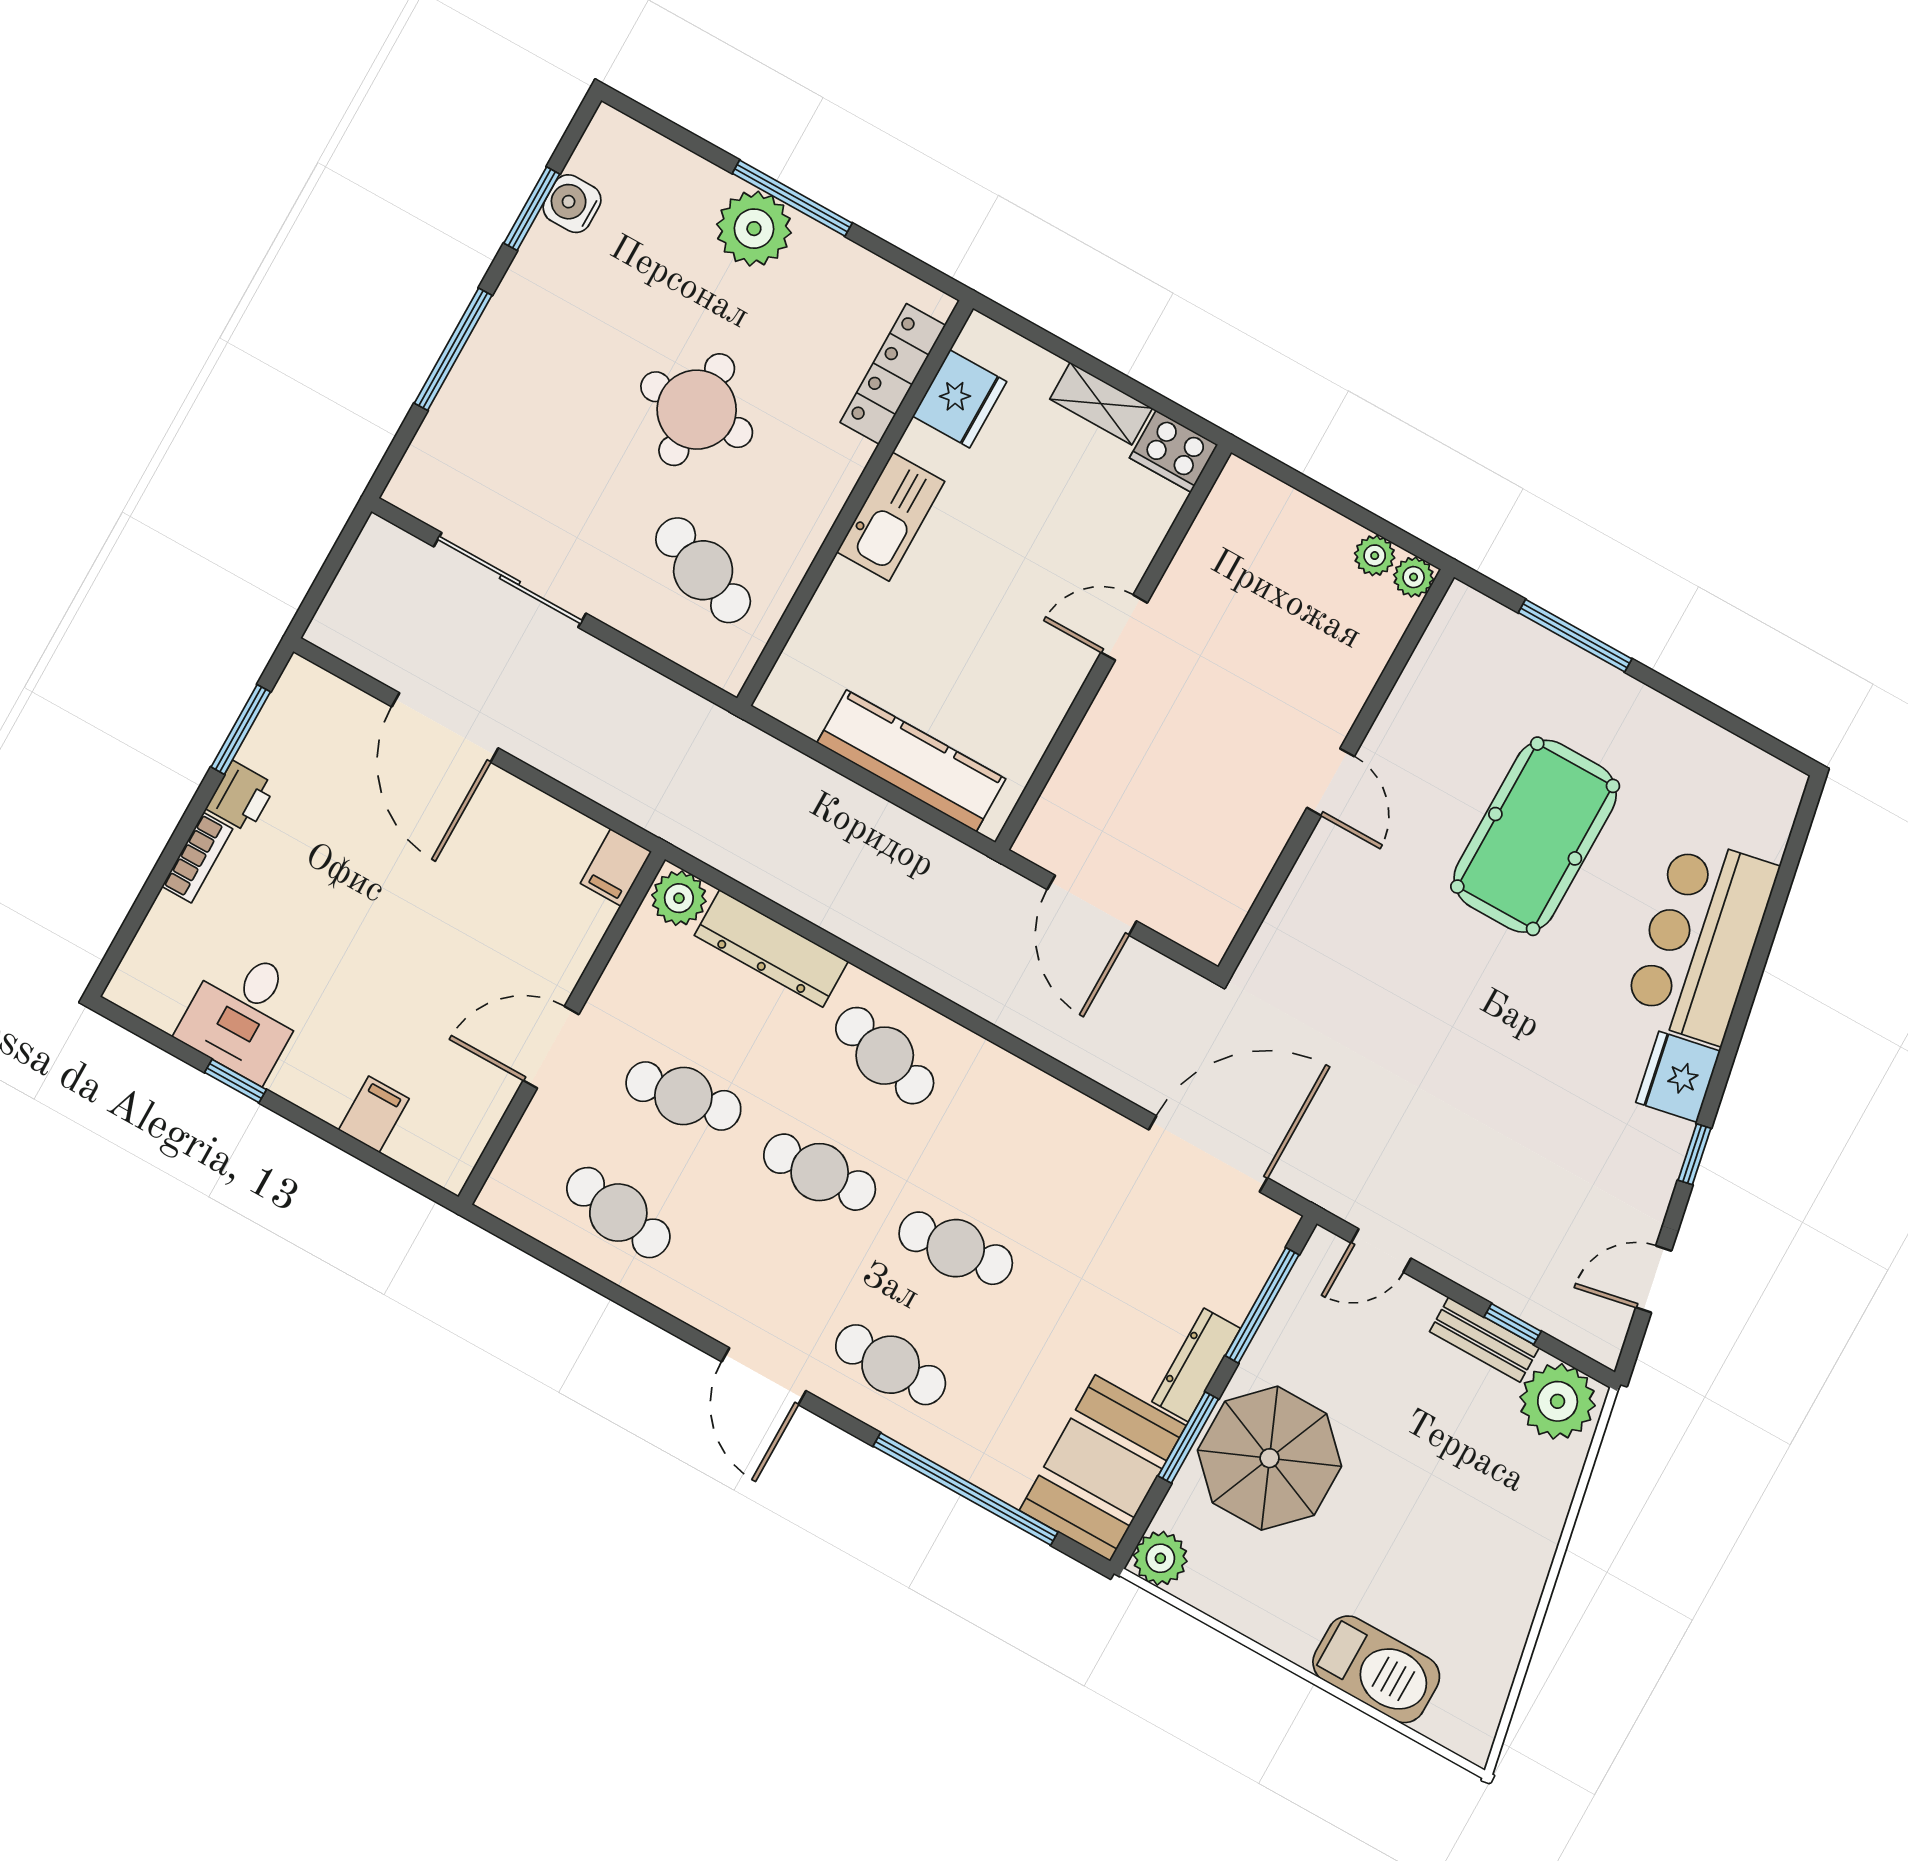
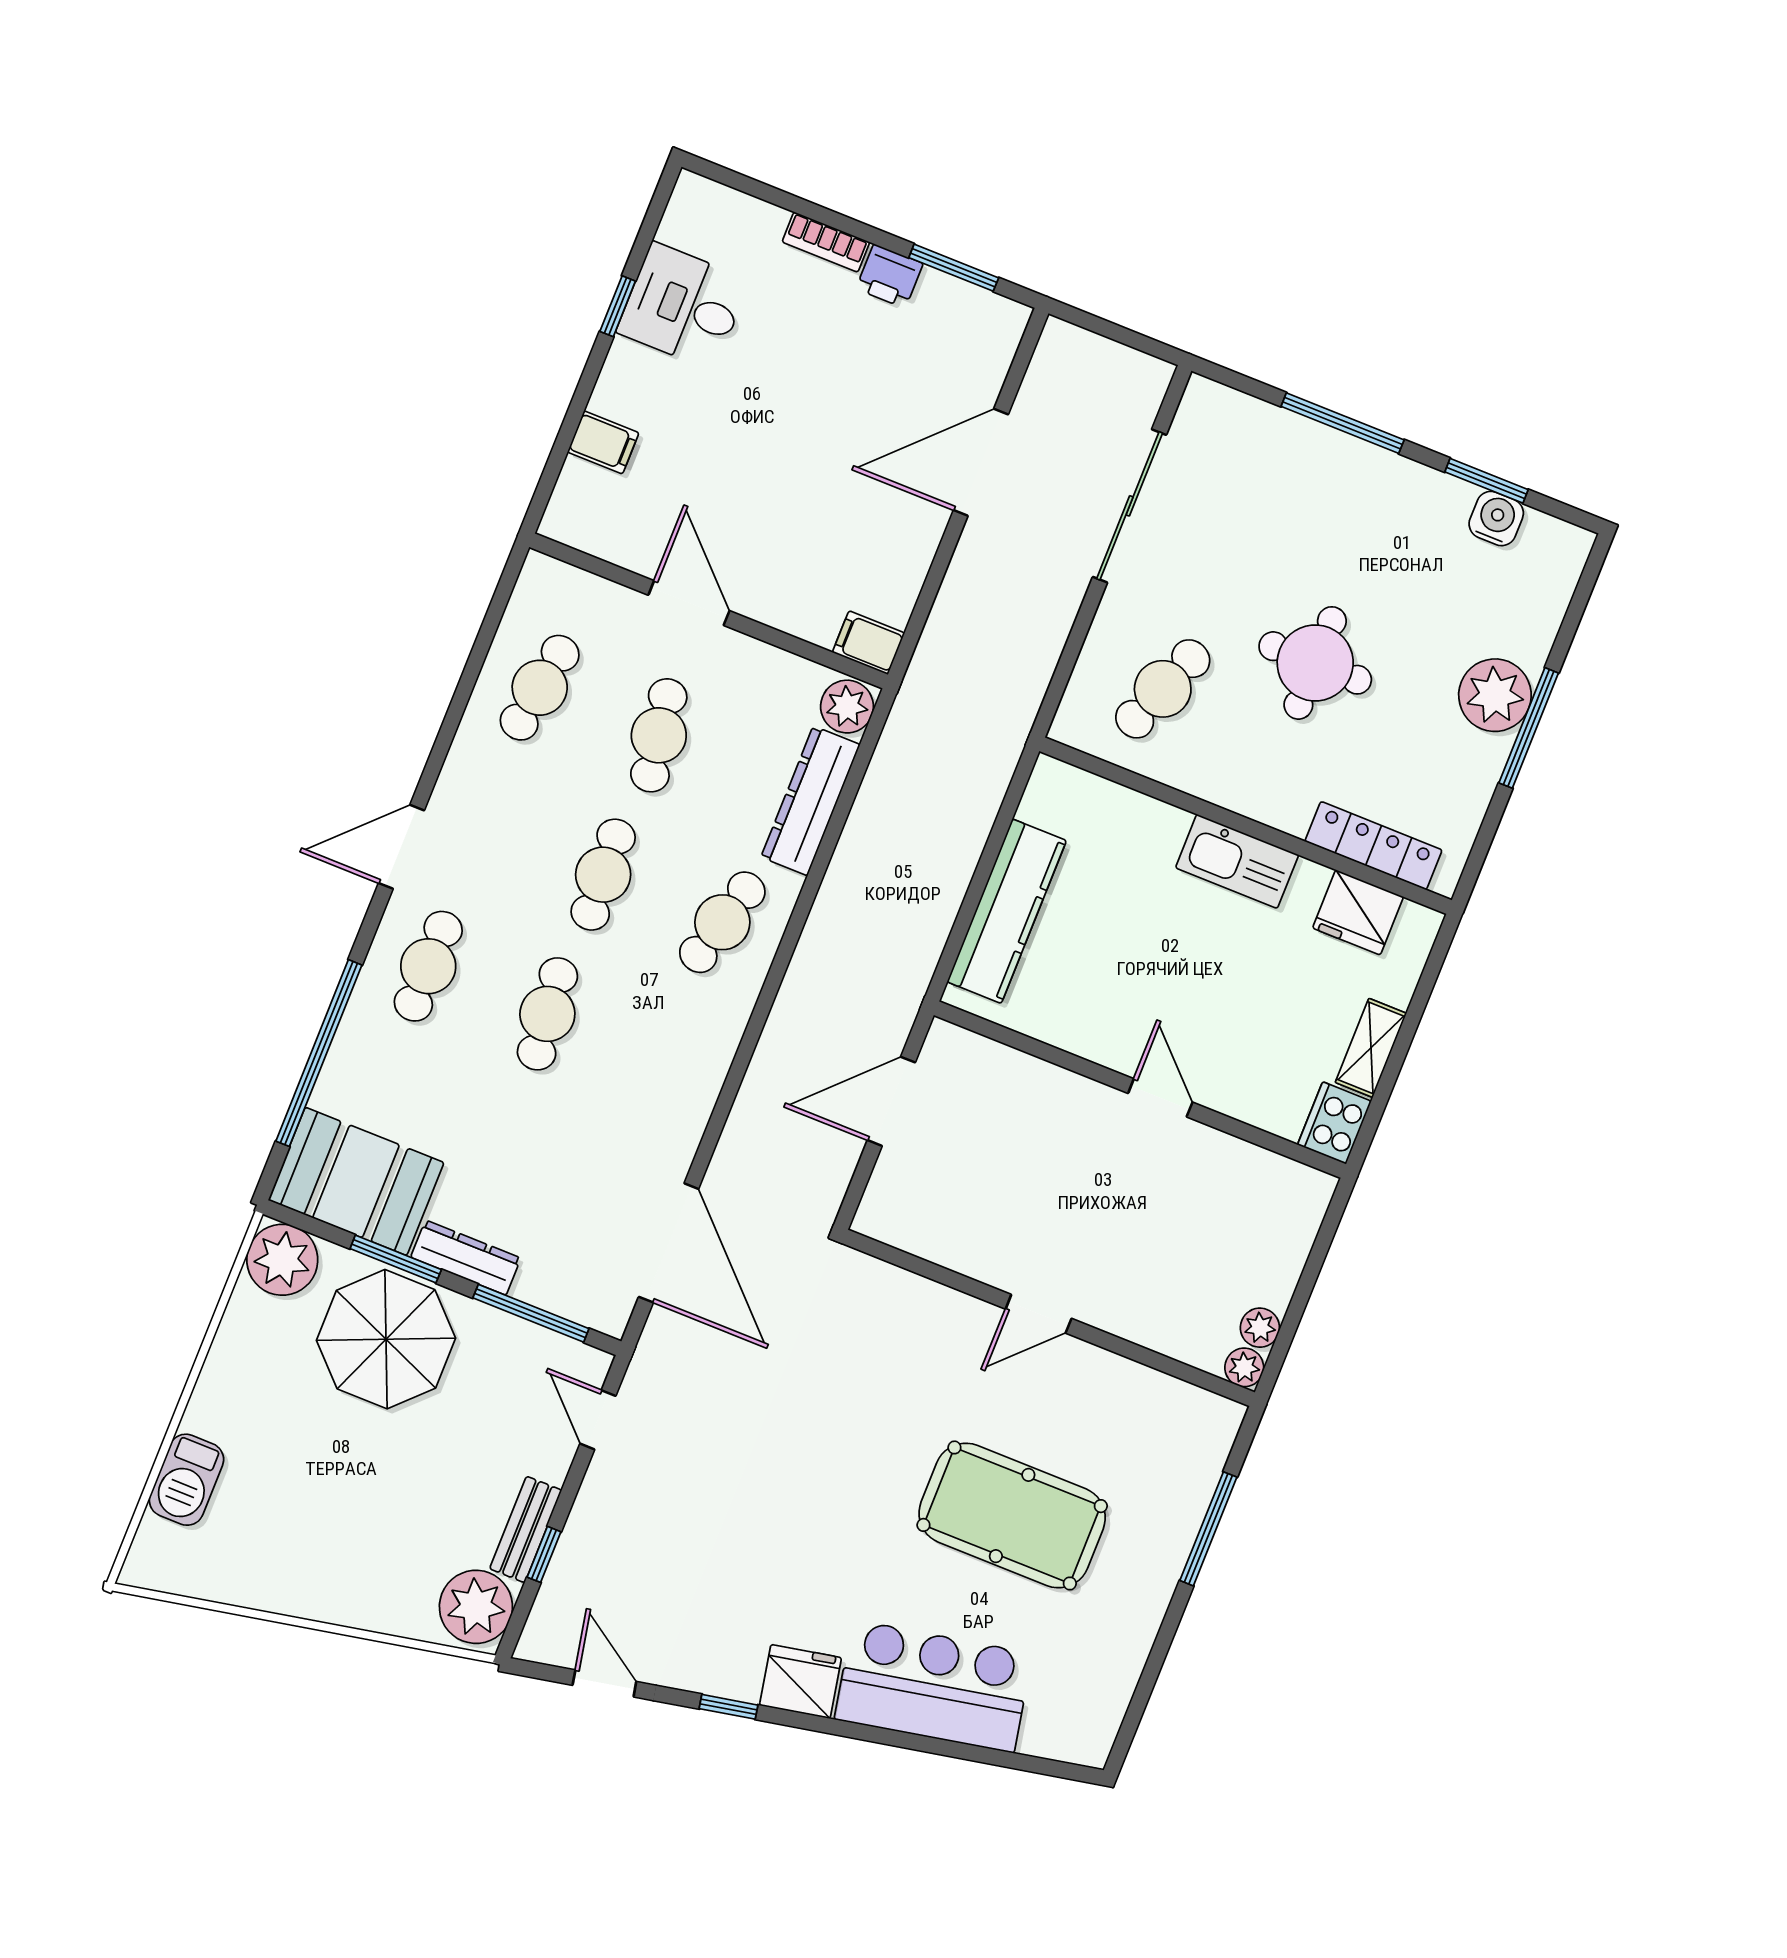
plant: (1160, 1558) -> (282, 1260), width x1.36, depth x1.36
barbecue: (1376, 1669) -> (186, 1480), width x0.73, depth x0.83

